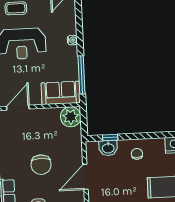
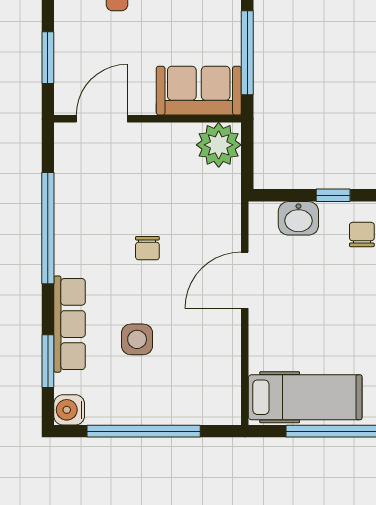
window: (110, 138) -> (333, 195), moved
chair: (41, 165) -> (147, 248), width x0.54, depth x0.54

